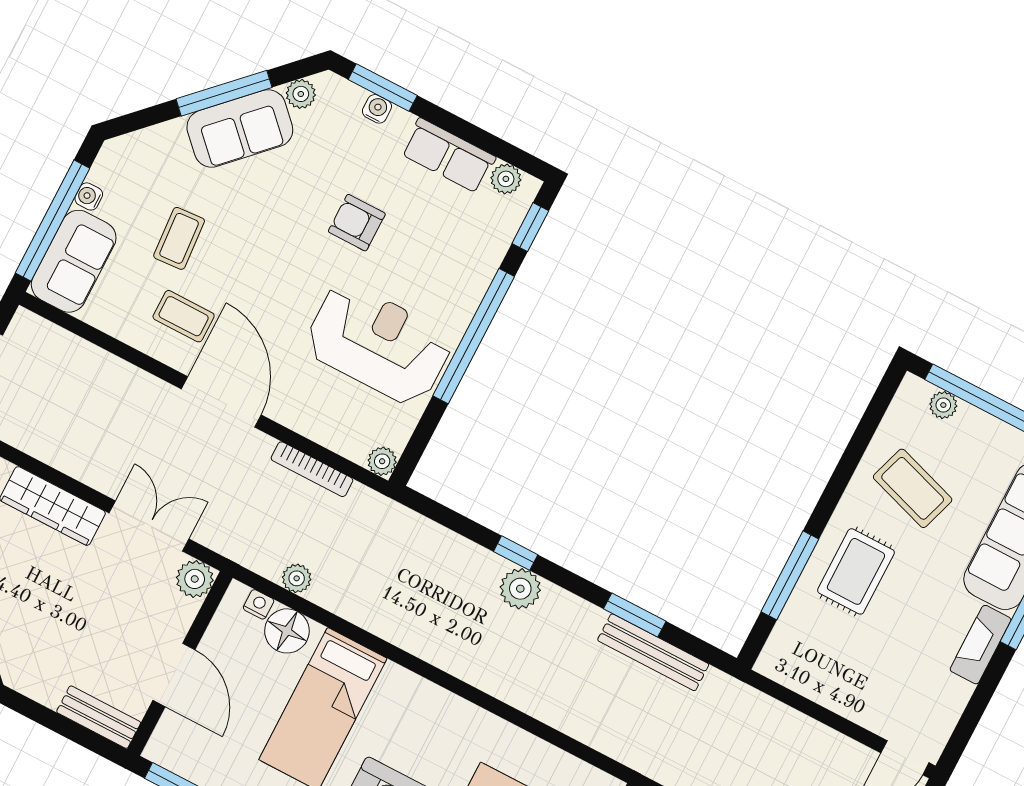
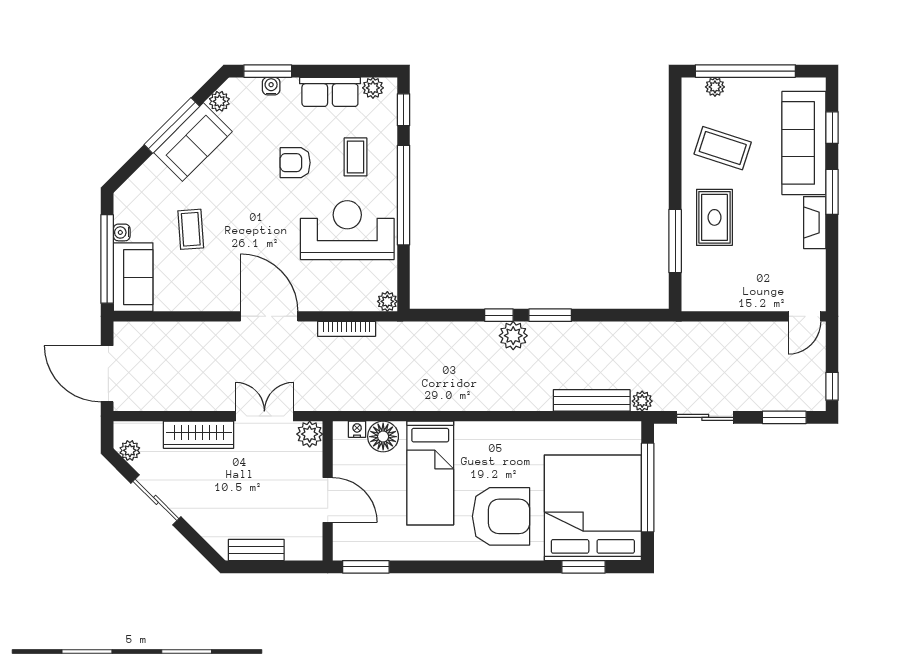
coffee table: (184, 316) -> (355, 157), moved, turned 90
plant: (297, 578) -> (642, 401), moved
window: (635, 615) -> (550, 315), moved
bench: (653, 652) -> (592, 400), moved
bench: (99, 717) -> (256, 550), moved

